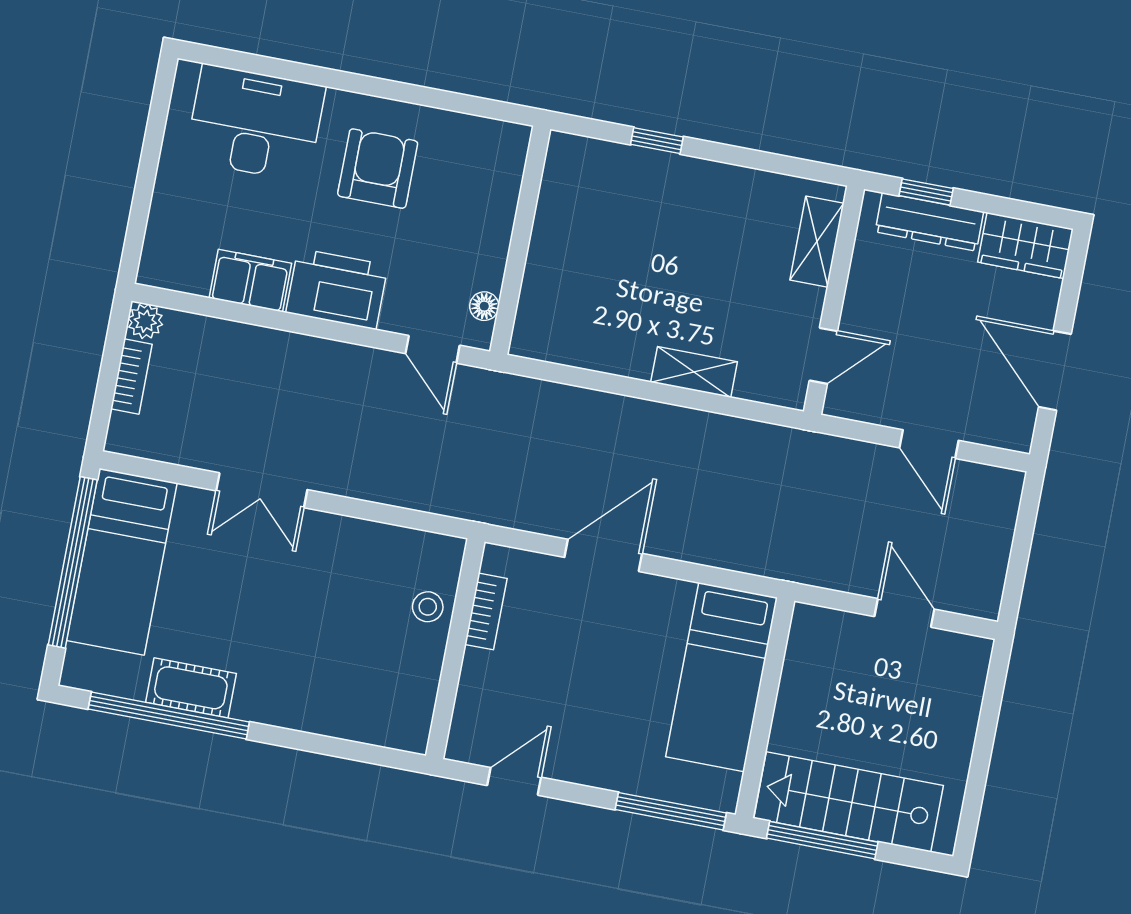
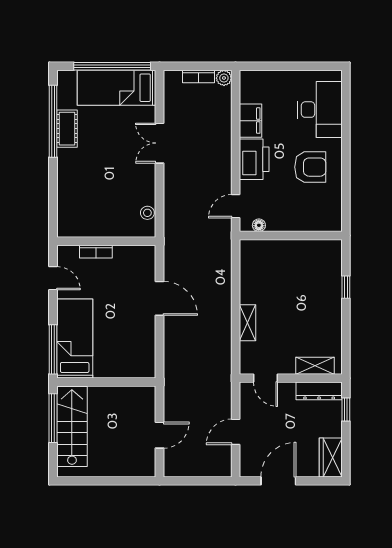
dresser: (929, 222) -> (319, 391), moved, turned -90
stool: (428, 607) -> (147, 213), moved
bookcase: (486, 611) -> (96, 252), moved
bed: (721, 677) -> (75, 339), moved, turned 90

